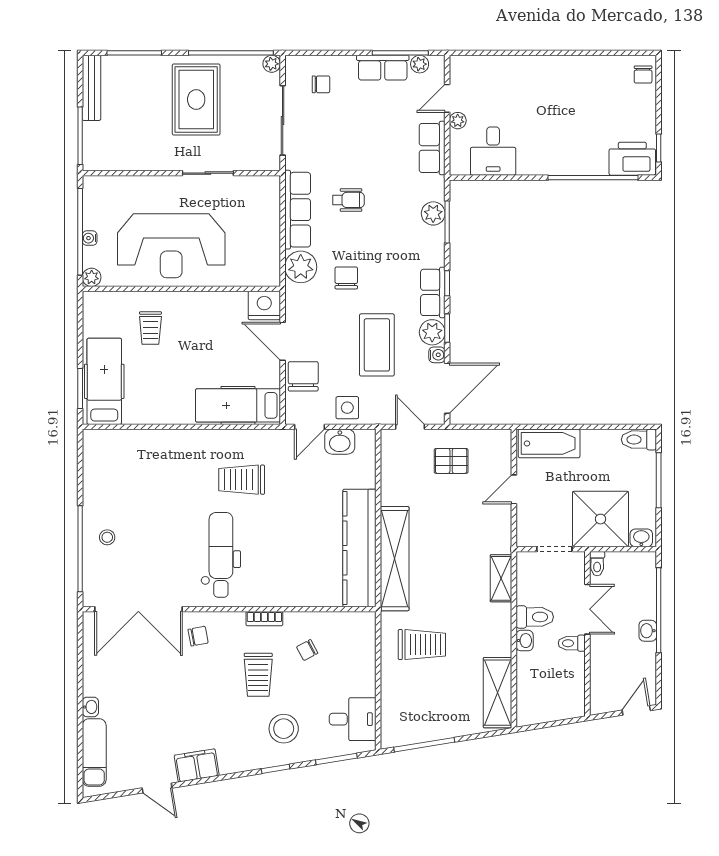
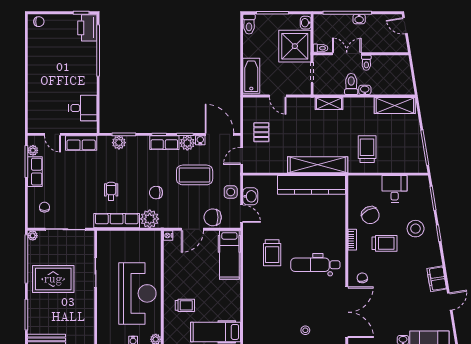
plant: (458, 121) -> (65, 128), removed
nightstand: (264, 305) -> (168, 235), width x0.53, depth x0.56
chair: (307, 650) -> (370, 215), width x1.87, depth x1.87
desk: (353, 719) -> (395, 189), moved

